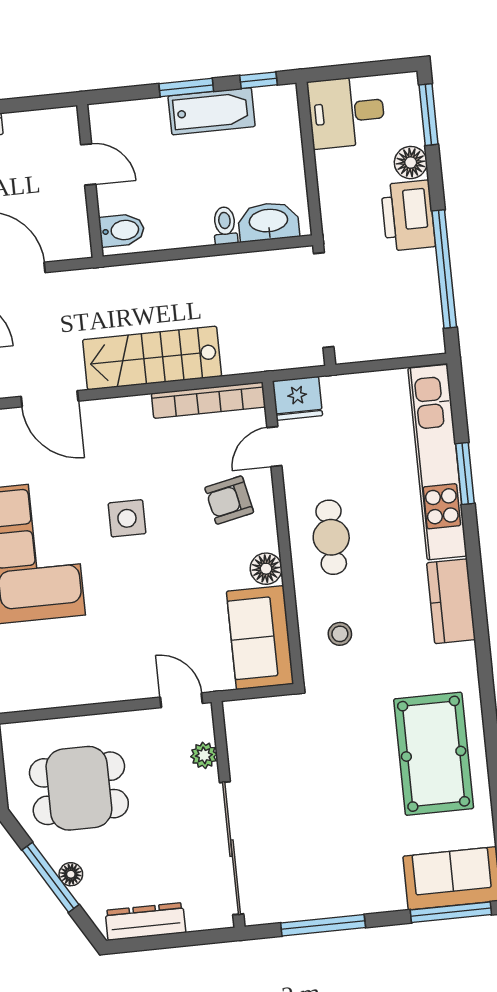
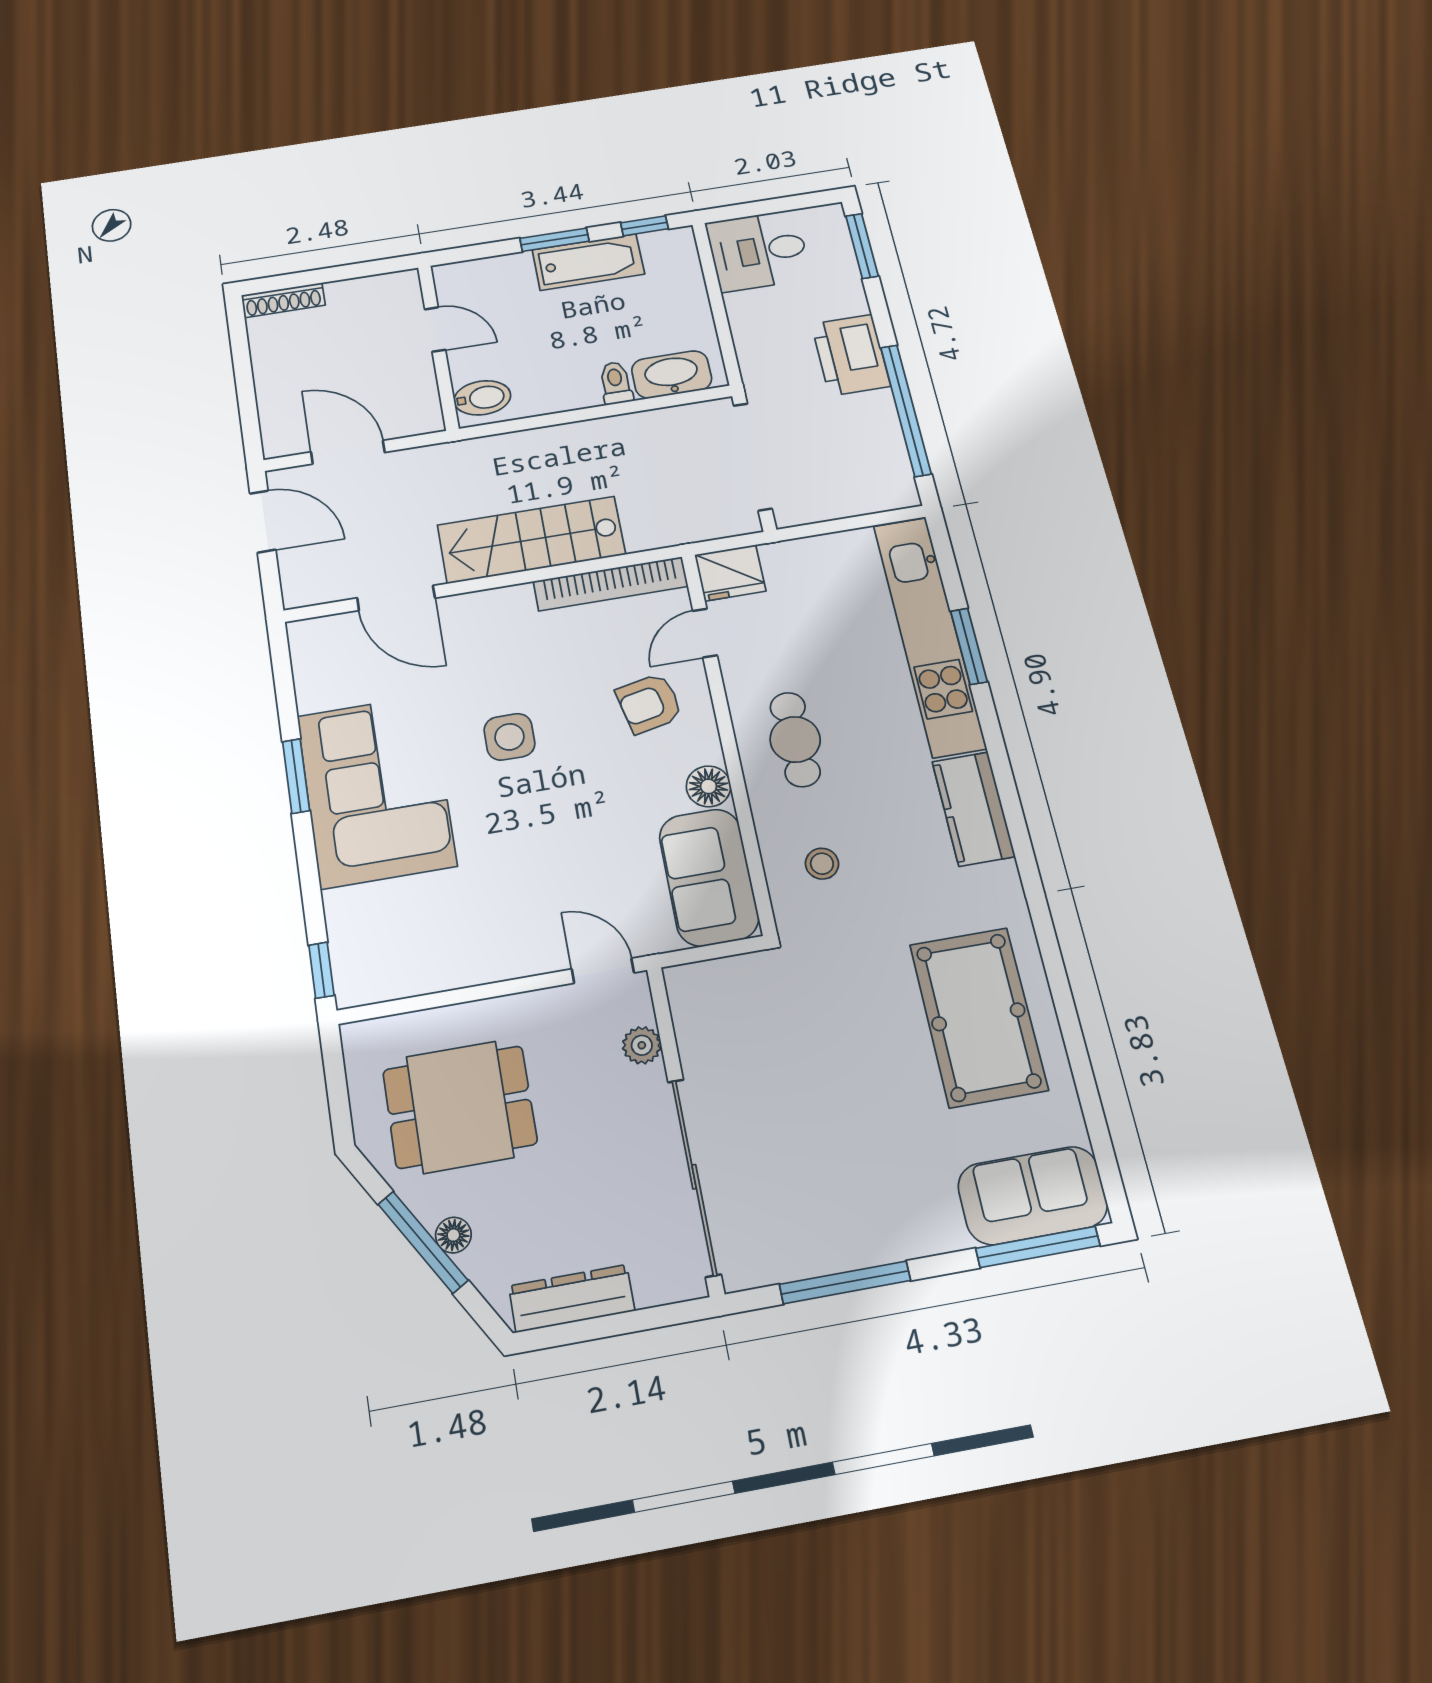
floor lamp: (411, 163) -> (846, 298), removed

